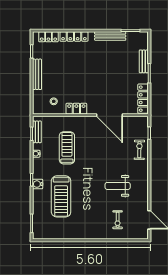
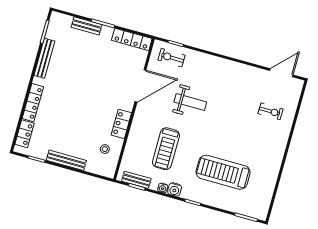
treadmill: (67, 148) -> (166, 149), turned -90
exercise bike: (139, 150) -> (171, 58), moved
water cooler: (38, 184) -> (175, 190), moved
weight bench: (118, 186) -> (190, 102), moved, turned -90
treadmill: (61, 196) -> (223, 172), turned 180

